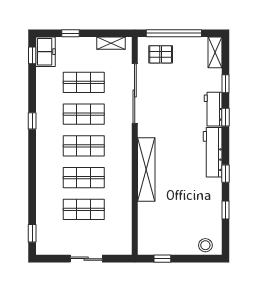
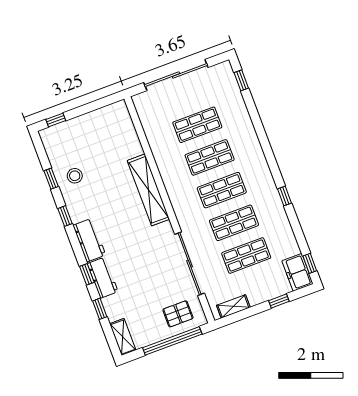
workbench: (213, 152) -> (89, 240), width x0.73
stool: (205, 245) -> (75, 176), moved
sliding door: (86, 259) -> (176, 75), width x1.86
window: (162, 259) -> (56, 120), moved

